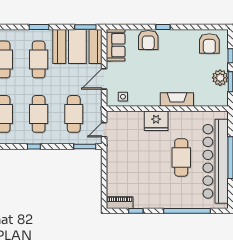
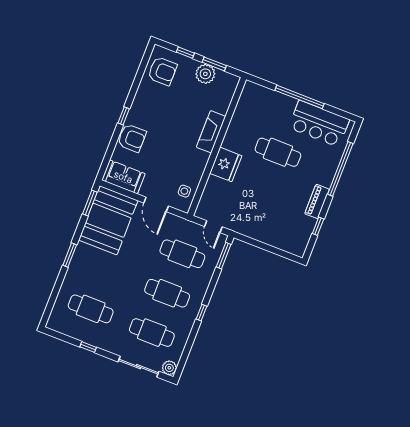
cafe table: (39, 59) -> (106, 269), removed
bar counter: (216, 161) -> (319, 124), width x0.54
piano: (120, 203) -> (317, 201), moved

